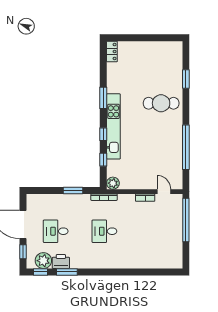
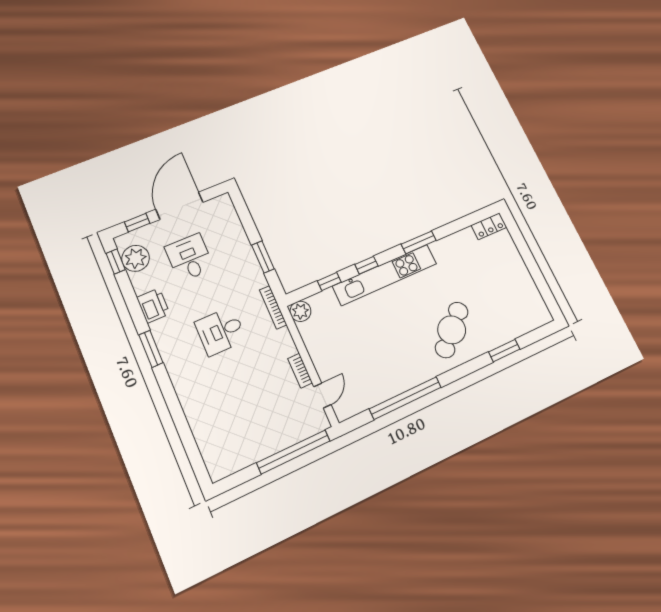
cafe table: (161, 103) -> (452, 330), turned 46
desk: (104, 231) -> (221, 331), turned -90
printer: (61, 261) -> (153, 306), moved
window: (67, 272) -> (151, 349), moved

